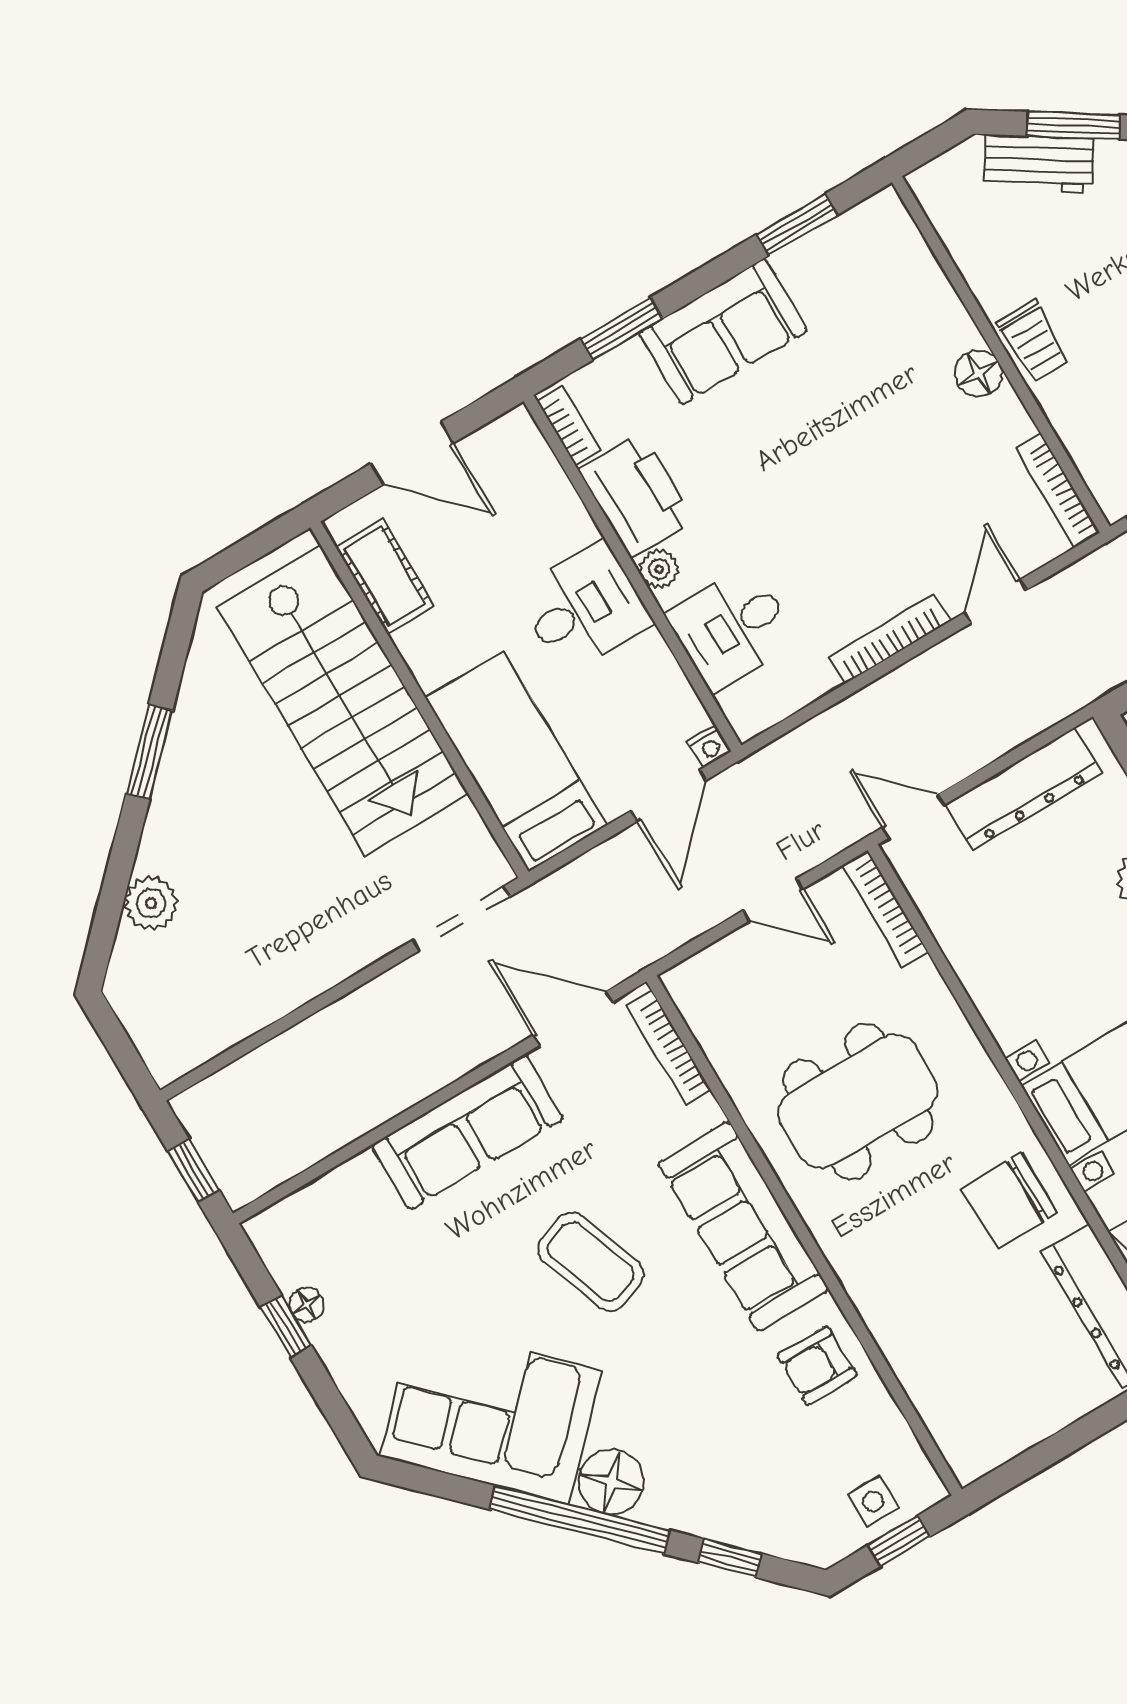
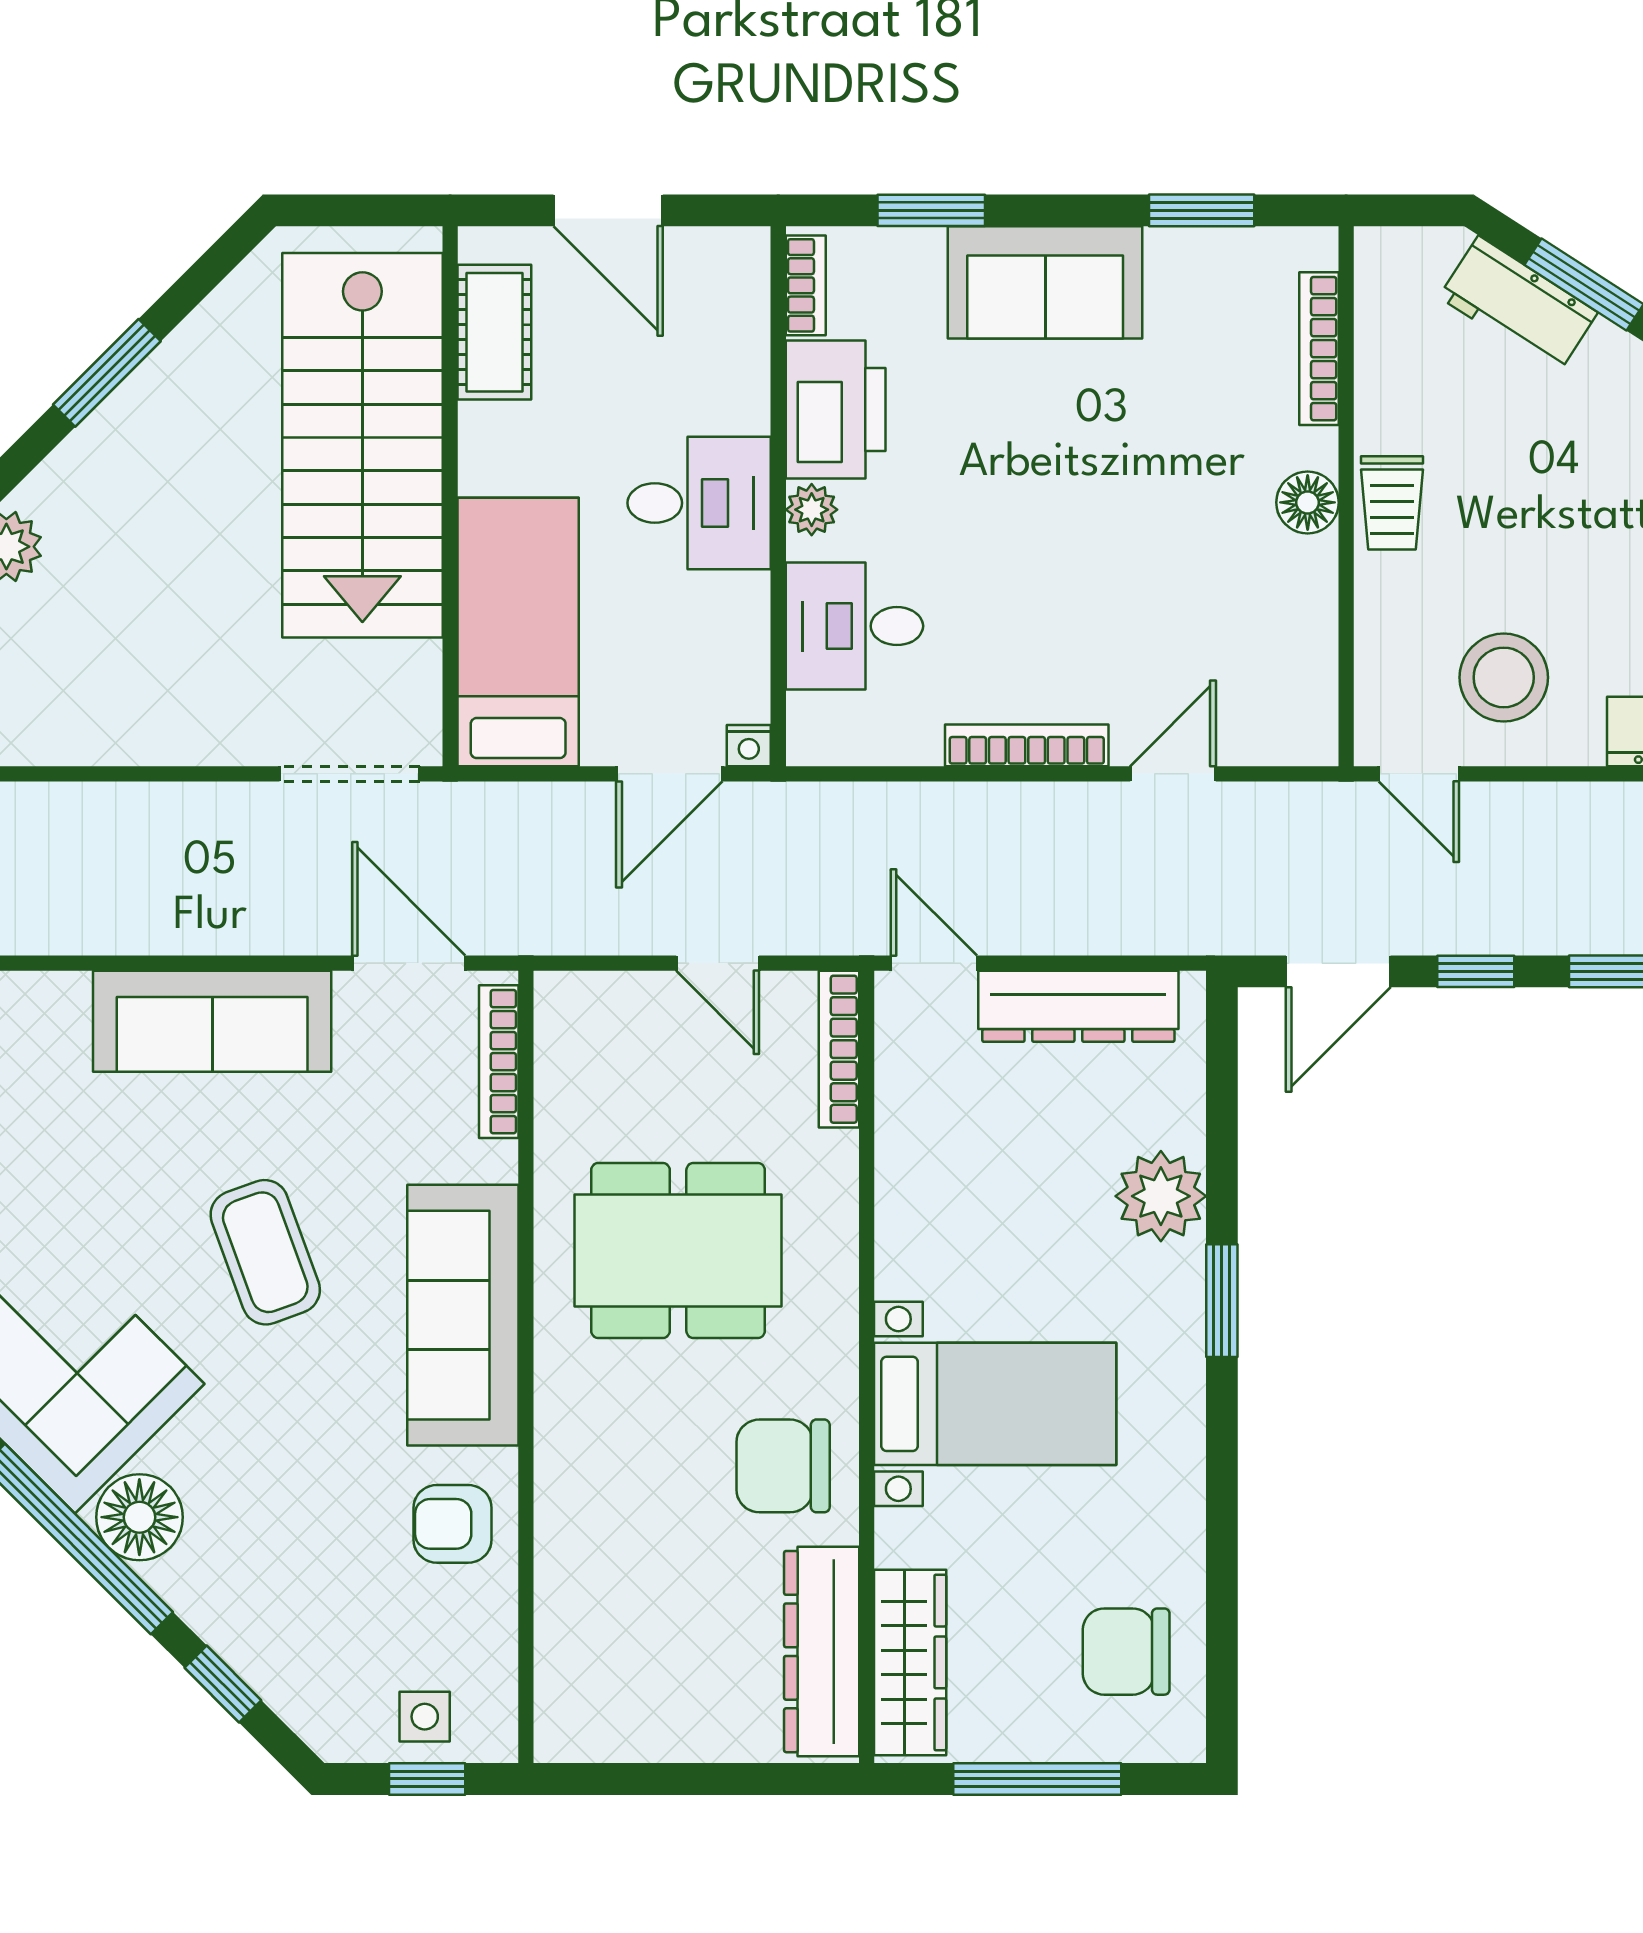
bookcase: (1058, 490) -> (1319, 349), moved

